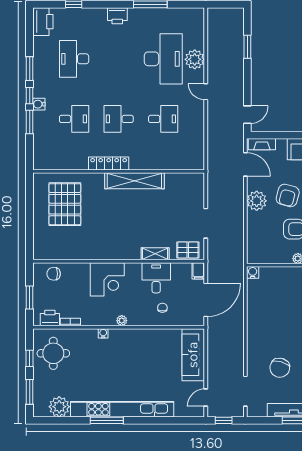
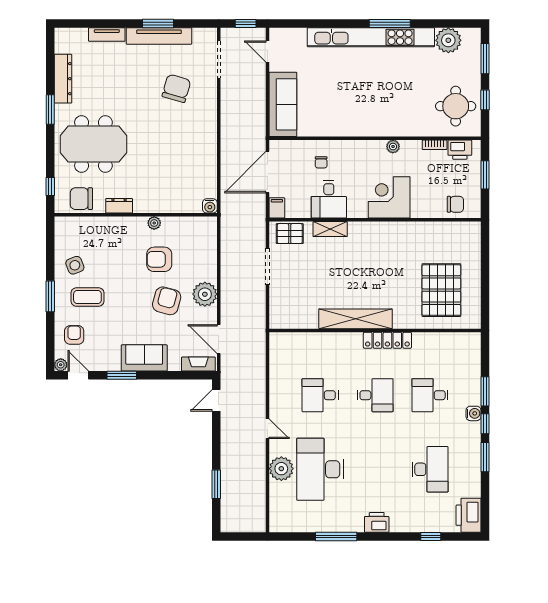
plant: (122, 321) -> (393, 147), moved
water cooler: (103, 333) -> (394, 131), removed
door: (206, 398) -> (268, 52), swing flipped

